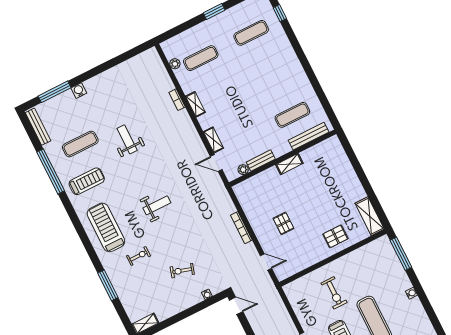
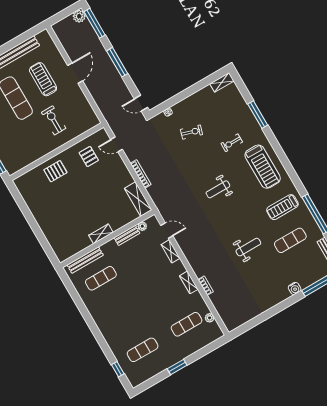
weight bench: (127, 139) -> (248, 247), turned -90
shelving: (370, 216) -> (138, 199), moved
pallet: (283, 223) -> (89, 156), moved

